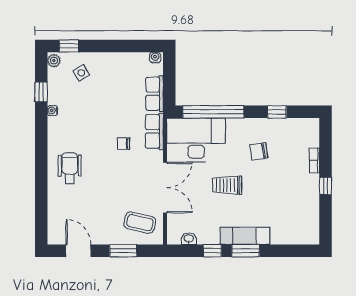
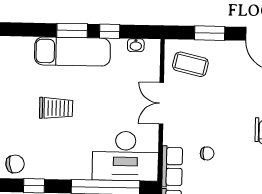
chair: (259, 151) -> (15, 164), moved
trolley: (227, 185) -> (56, 108), moved
double door: (165, 187) -> (161, 103), width x0.73
exam couch: (245, 236) -> (72, 51), width x1.36, depth x1.45

